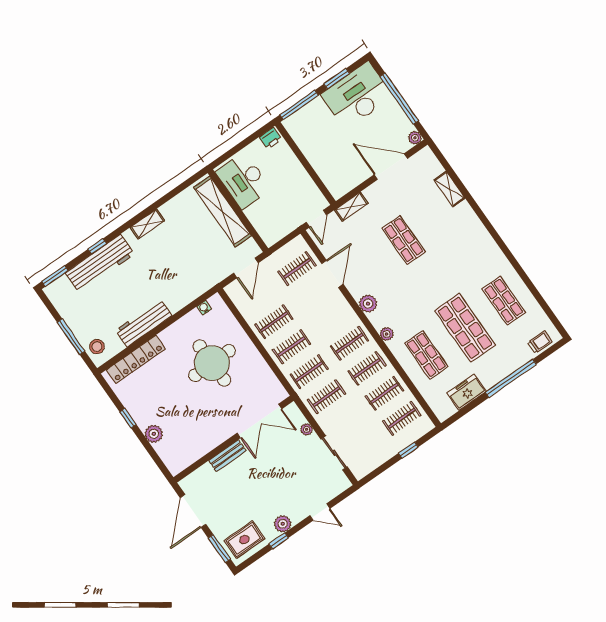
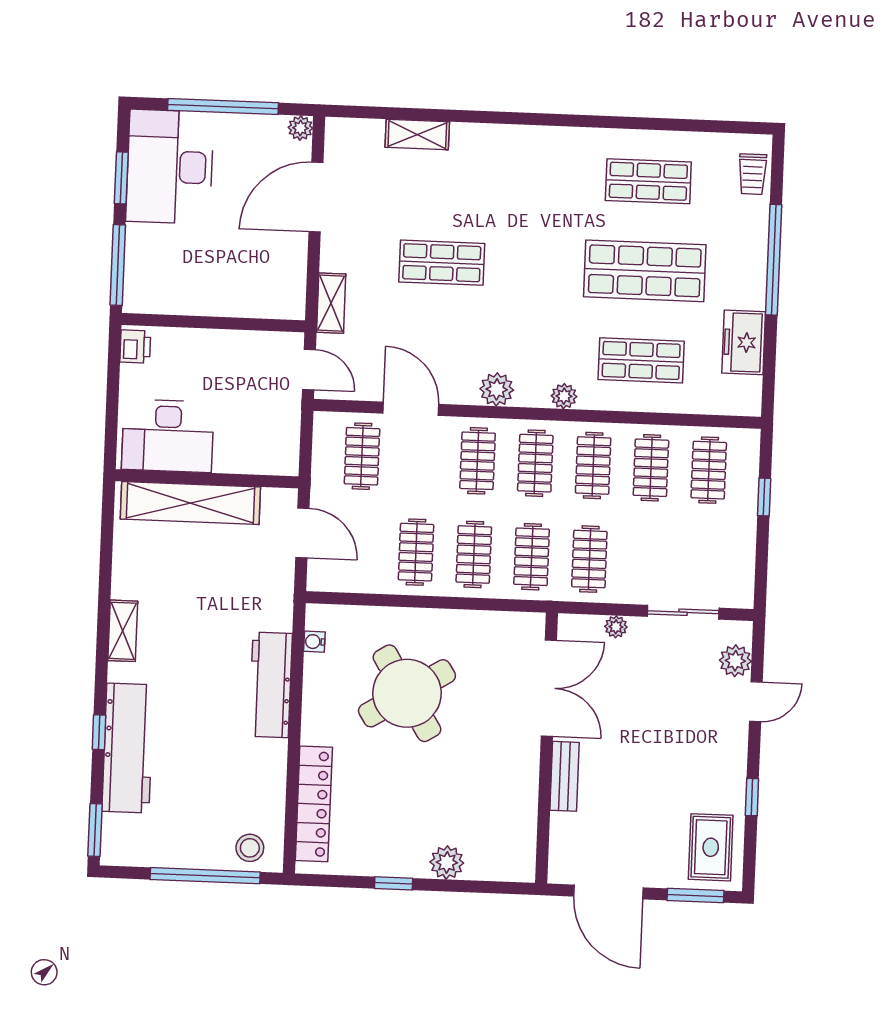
clothes rail: (332, 318) -> (478, 461), added
workbench: (144, 323) -> (271, 685), moved
window: (71, 337) -> (205, 876), width x1.46
trolley: (540, 342) -> (752, 174), turned 180
round table: (212, 363) -> (407, 693), turned -31
plant: (283, 524) -> (735, 661), moved

